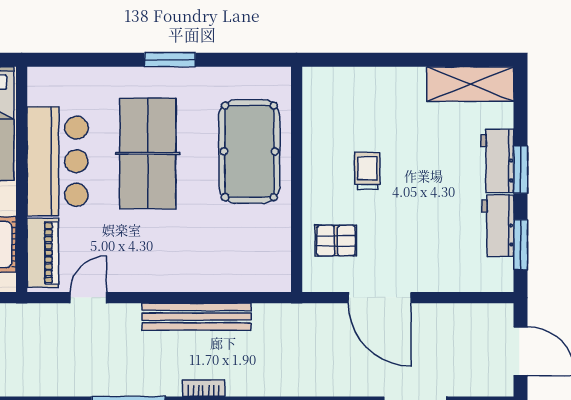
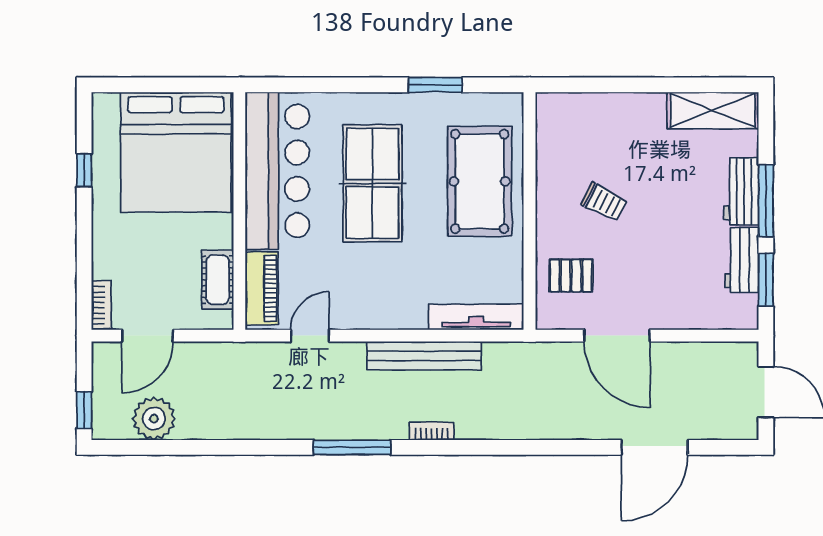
window: (170, 60) -> (435, 85), moved
bar counter: (58, 161) -> (277, 171), width x1.36
window: (521, 170) -> (766, 201), width x1.44
trolley: (367, 171) -> (604, 202), turned 117
tv unit: (246, 280) -> (476, 317), added

